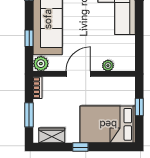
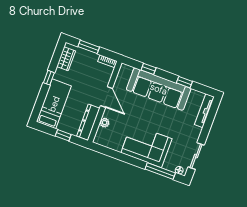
plant: (41, 64) -> (125, 71), removed
dresser: (114, 84) -> (88, 122), added
bed: (108, 124) -> (54, 104), width x0.67

